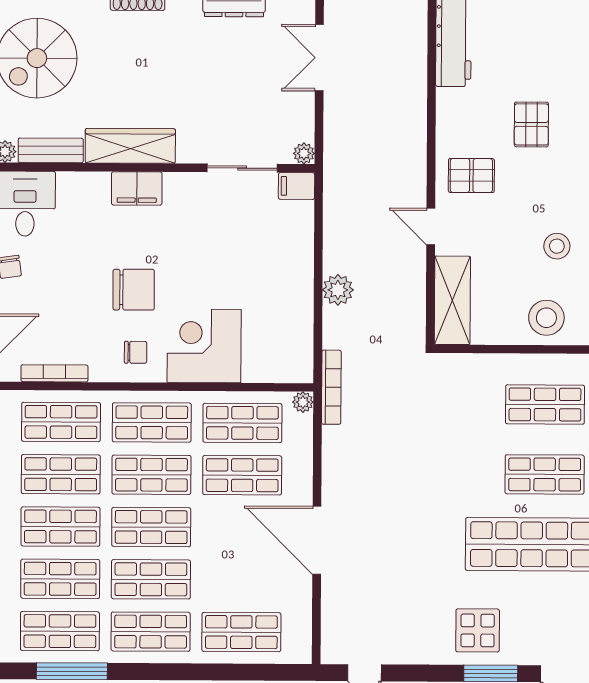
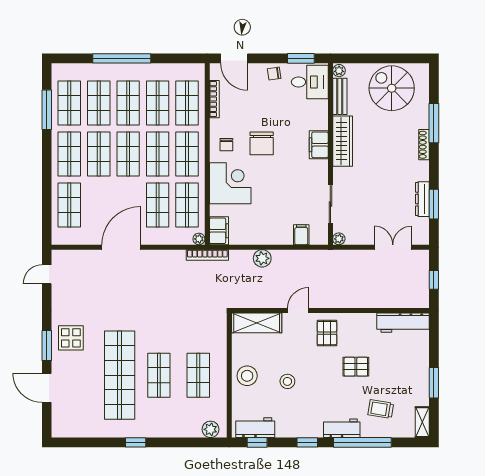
filing cabinet: (296, 186) -> (301, 235), moved
filing cabinet: (289, 366) -> (219, 231), added

